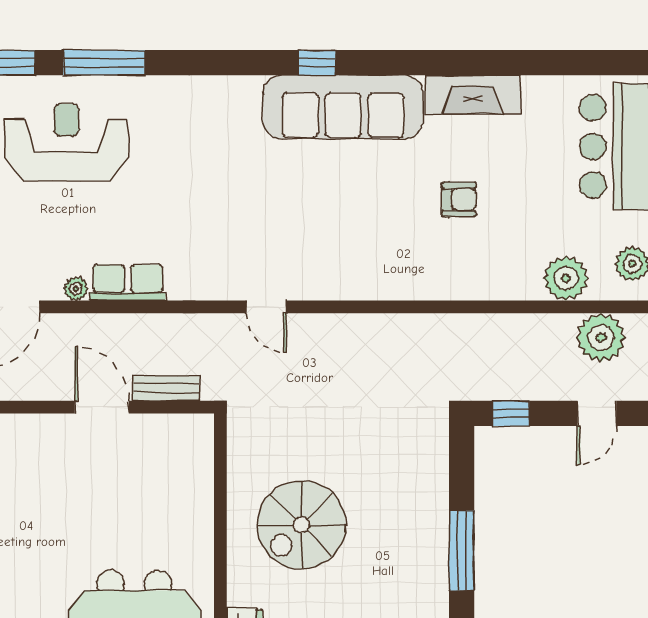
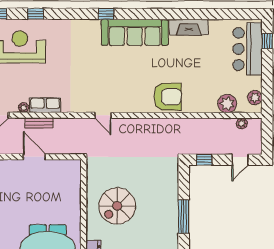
window: (104, 63) -> (36, 14), width x0.46
window: (317, 63) -> (106, 14), moved
armchair: (459, 199) -> (168, 97), moved, width x1.88, depth x1.88
plant: (601, 338) -> (242, 124), width x0.53, depth x0.53
bench: (166, 388) -> (39, 123), moved

